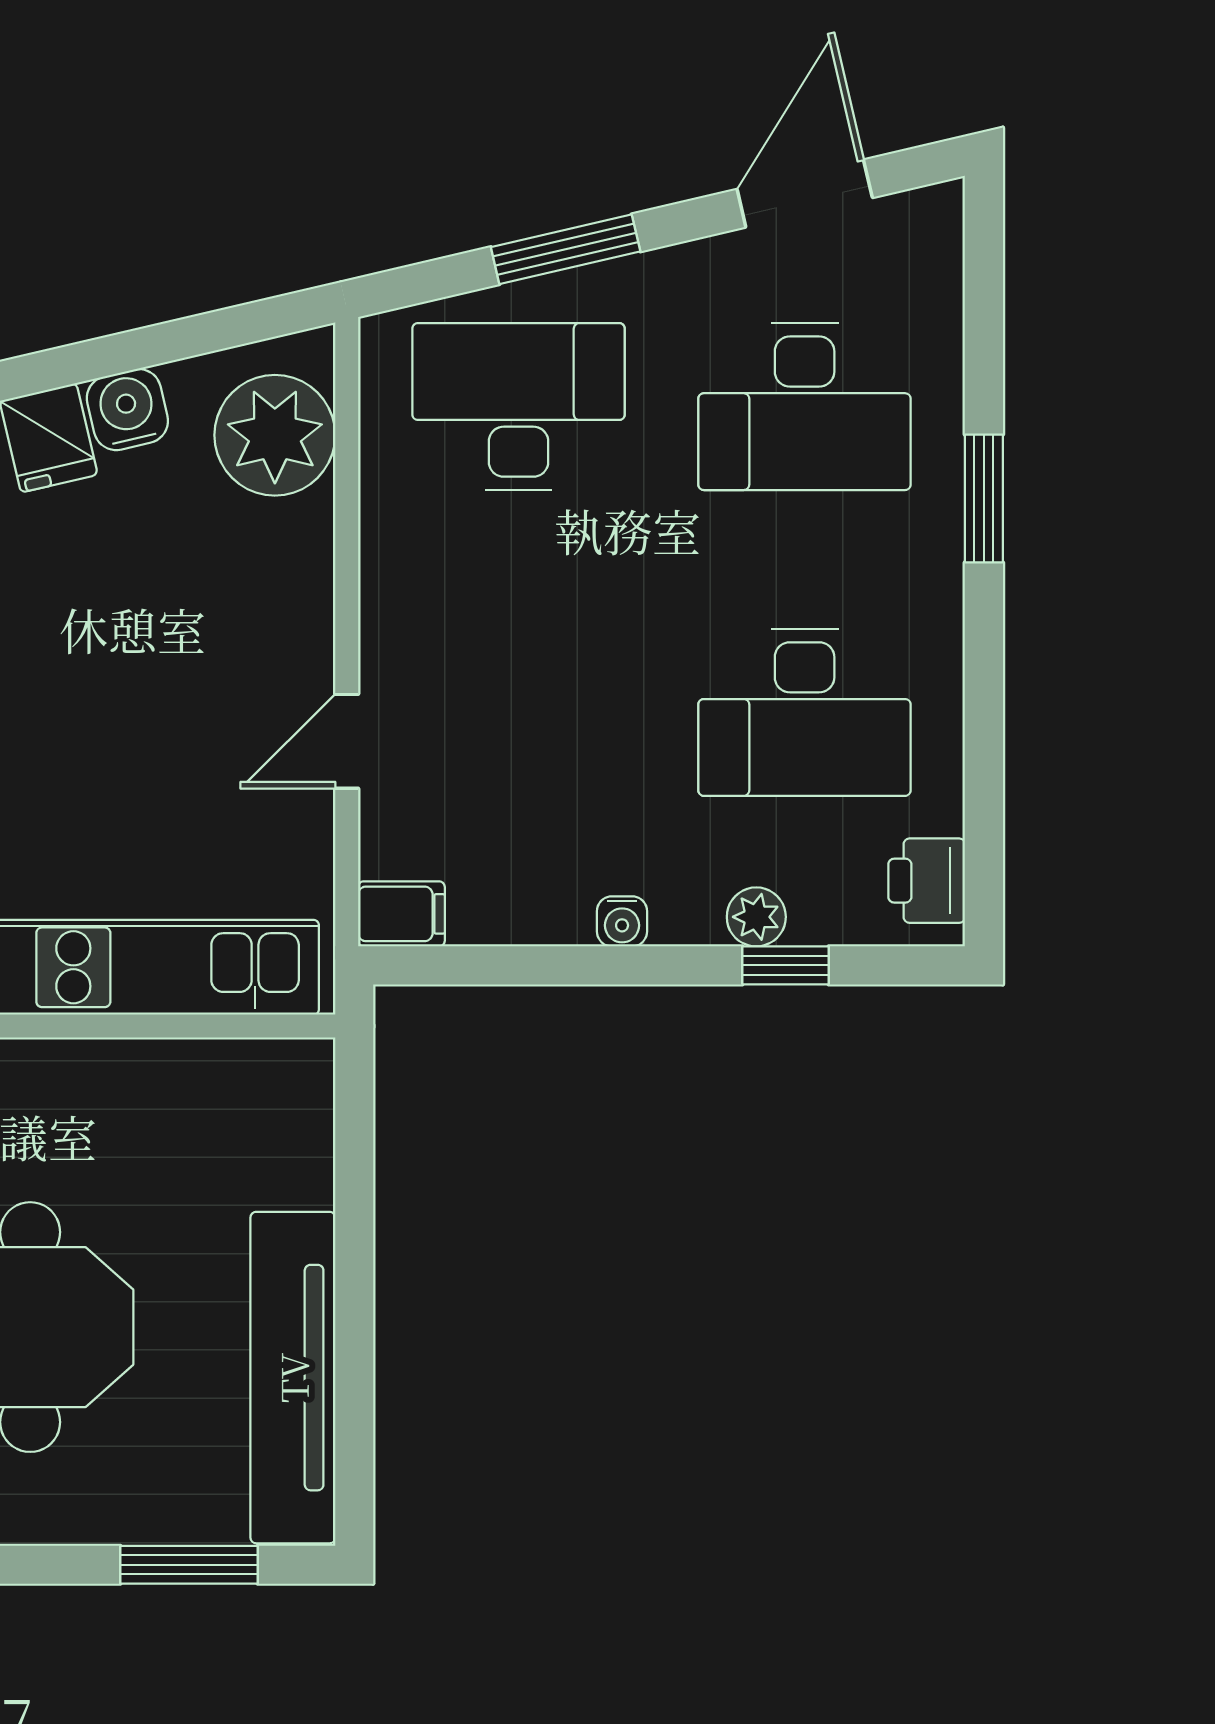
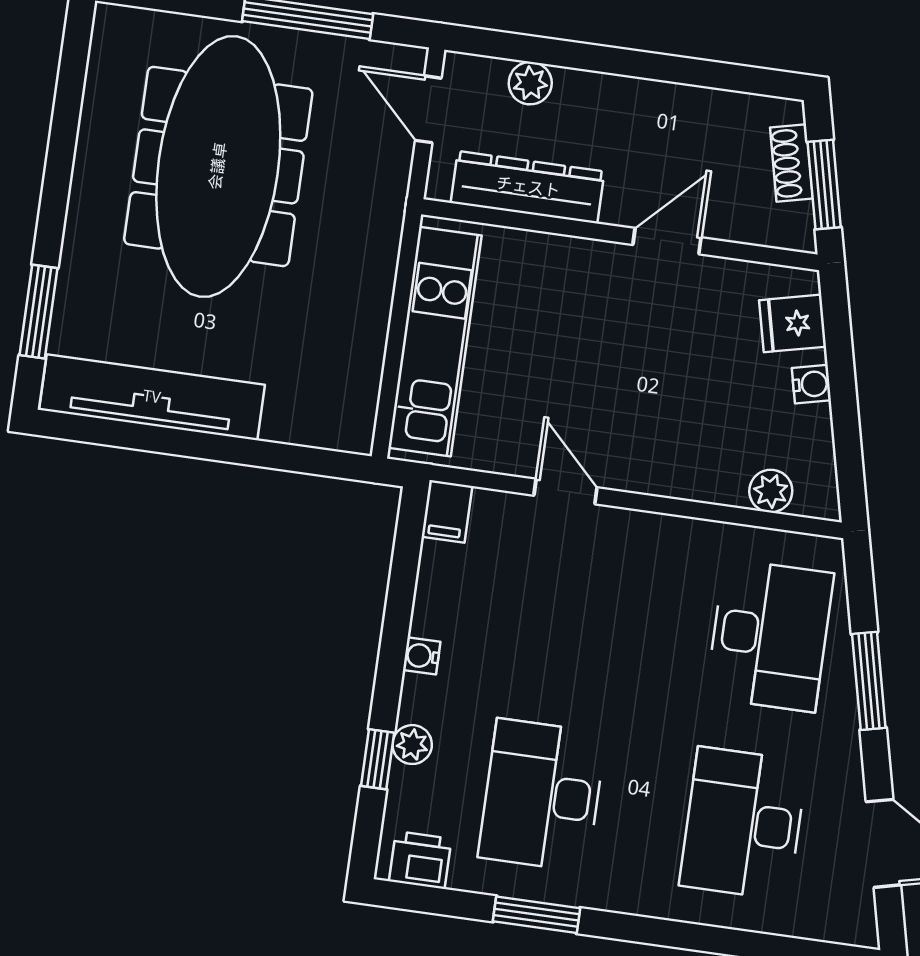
water cooler: (127, 410) -> (811, 384), width x0.72, depth x0.72
plant: (275, 435) -> (771, 491), width x0.53, depth x0.53
window: (984, 499) -> (536, 915), moved

